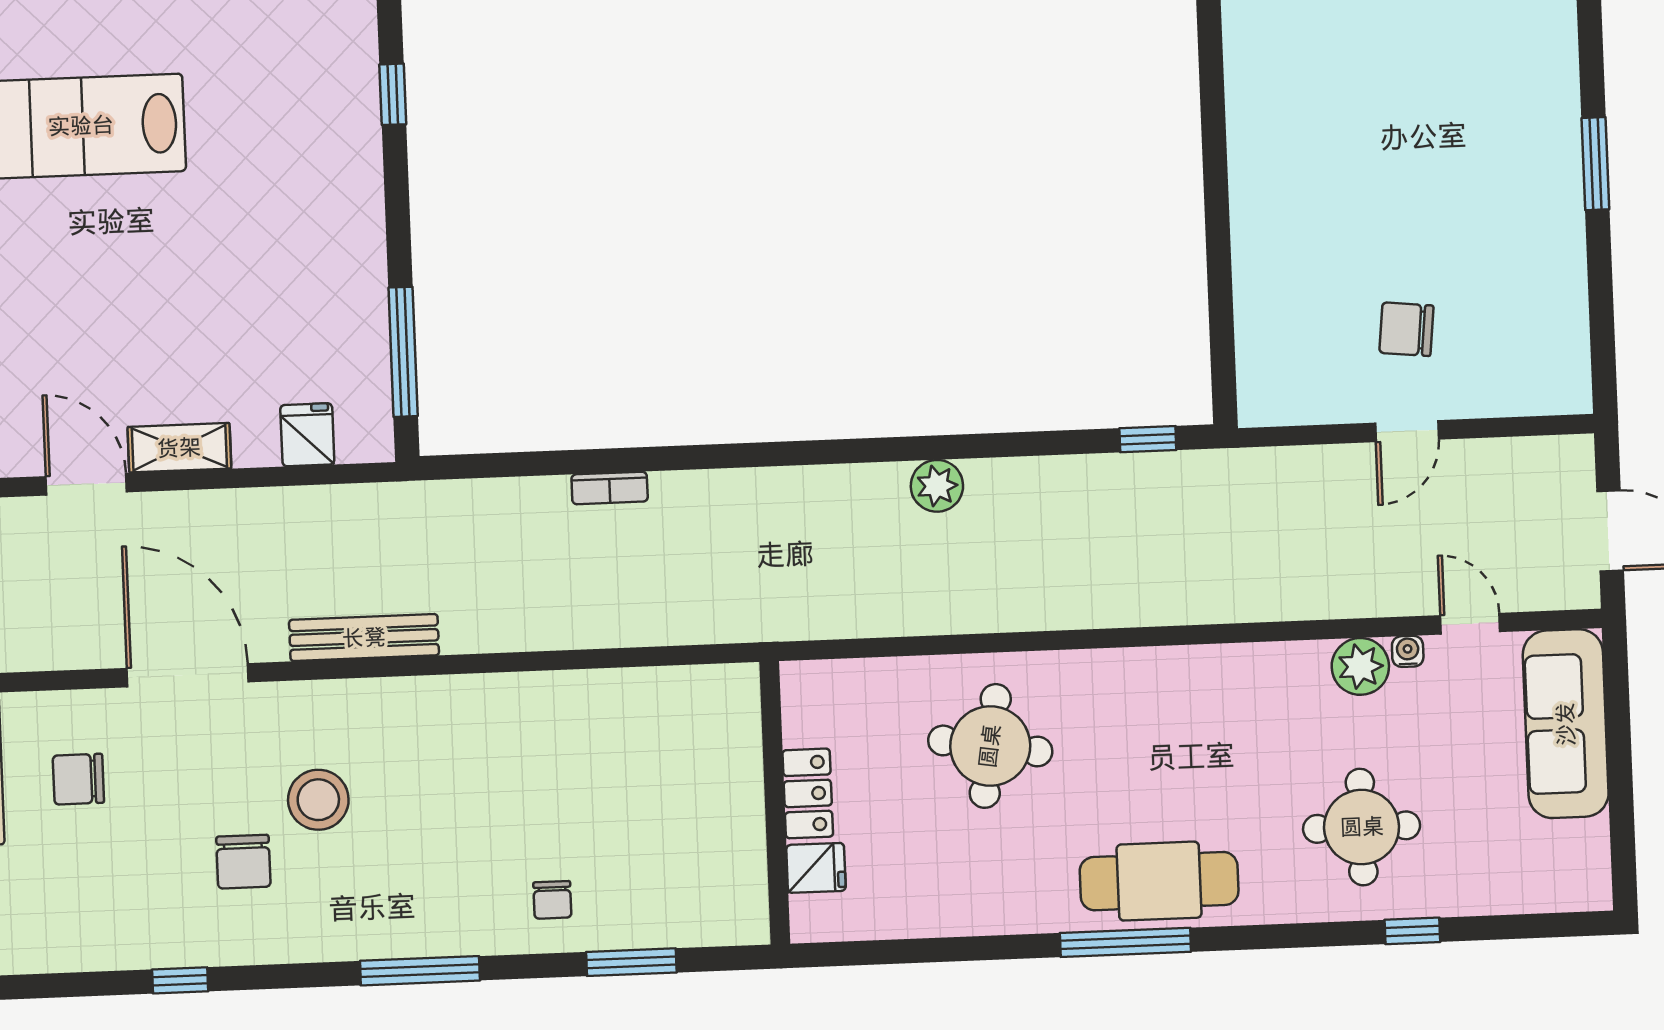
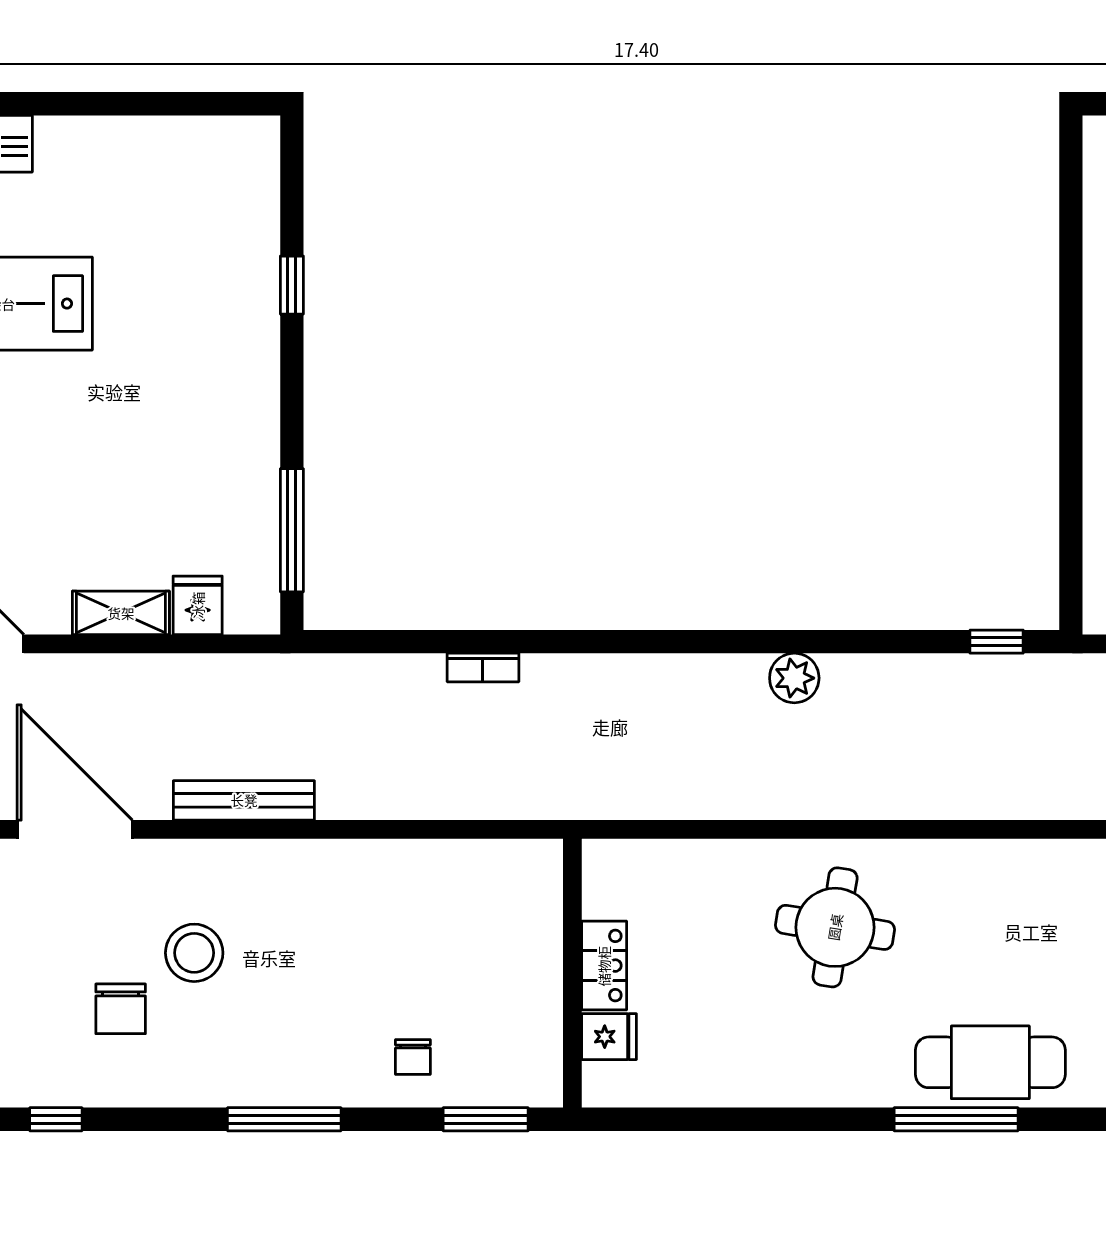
shelving: (179, 448) -> (121, 613), moved
locker: (808, 793) -> (604, 966), moved
wall: (775, 803) -> (572, 973), moved
fridge: (816, 868) -> (609, 1037), moved

